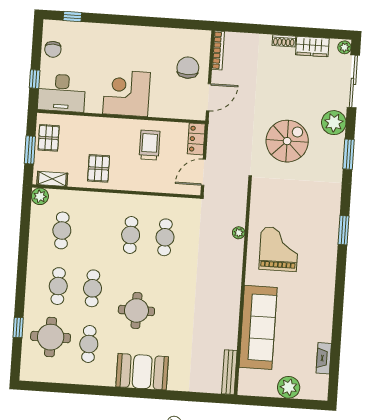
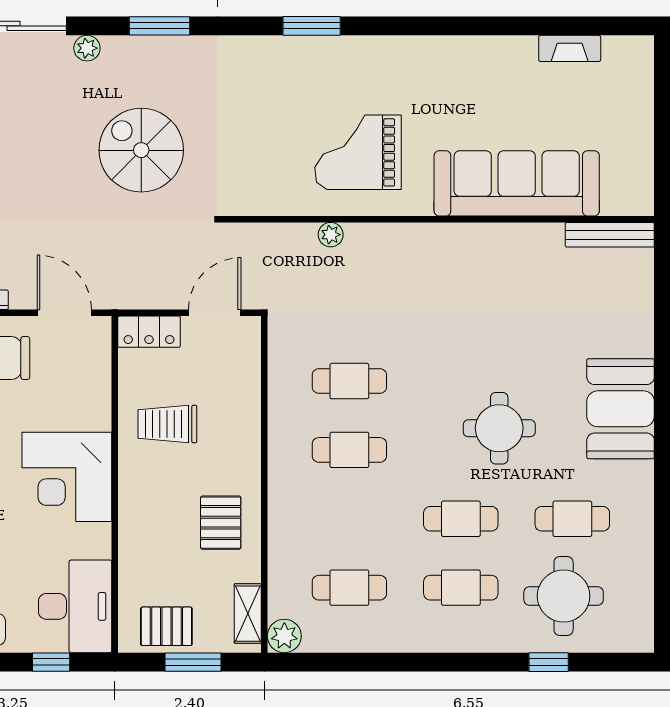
plant: (334, 123) -> (87, 48), width x0.53, depth x0.53
pallet: (99, 168) -> (221, 523), turned 90
door: (204, 172) -> (215, 313), swing flipped
plant: (289, 387) -> (632, 115), removed

